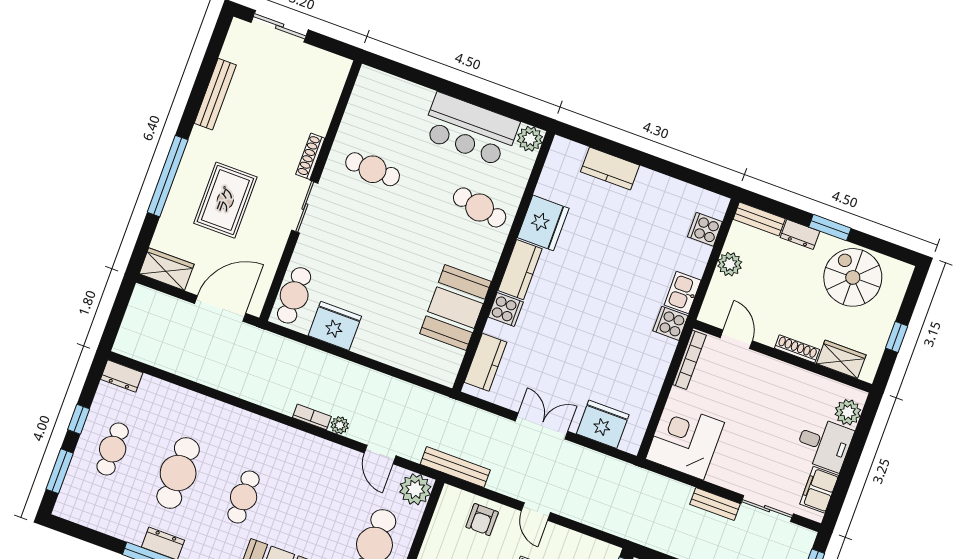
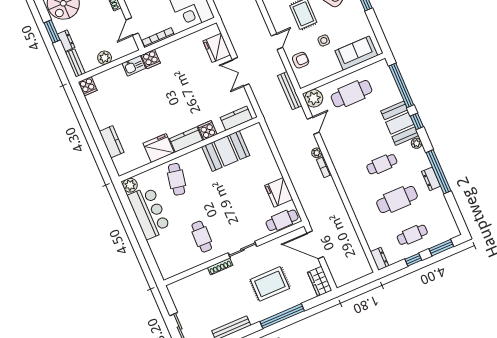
cooker: (705, 229) -> (88, 86), moved

